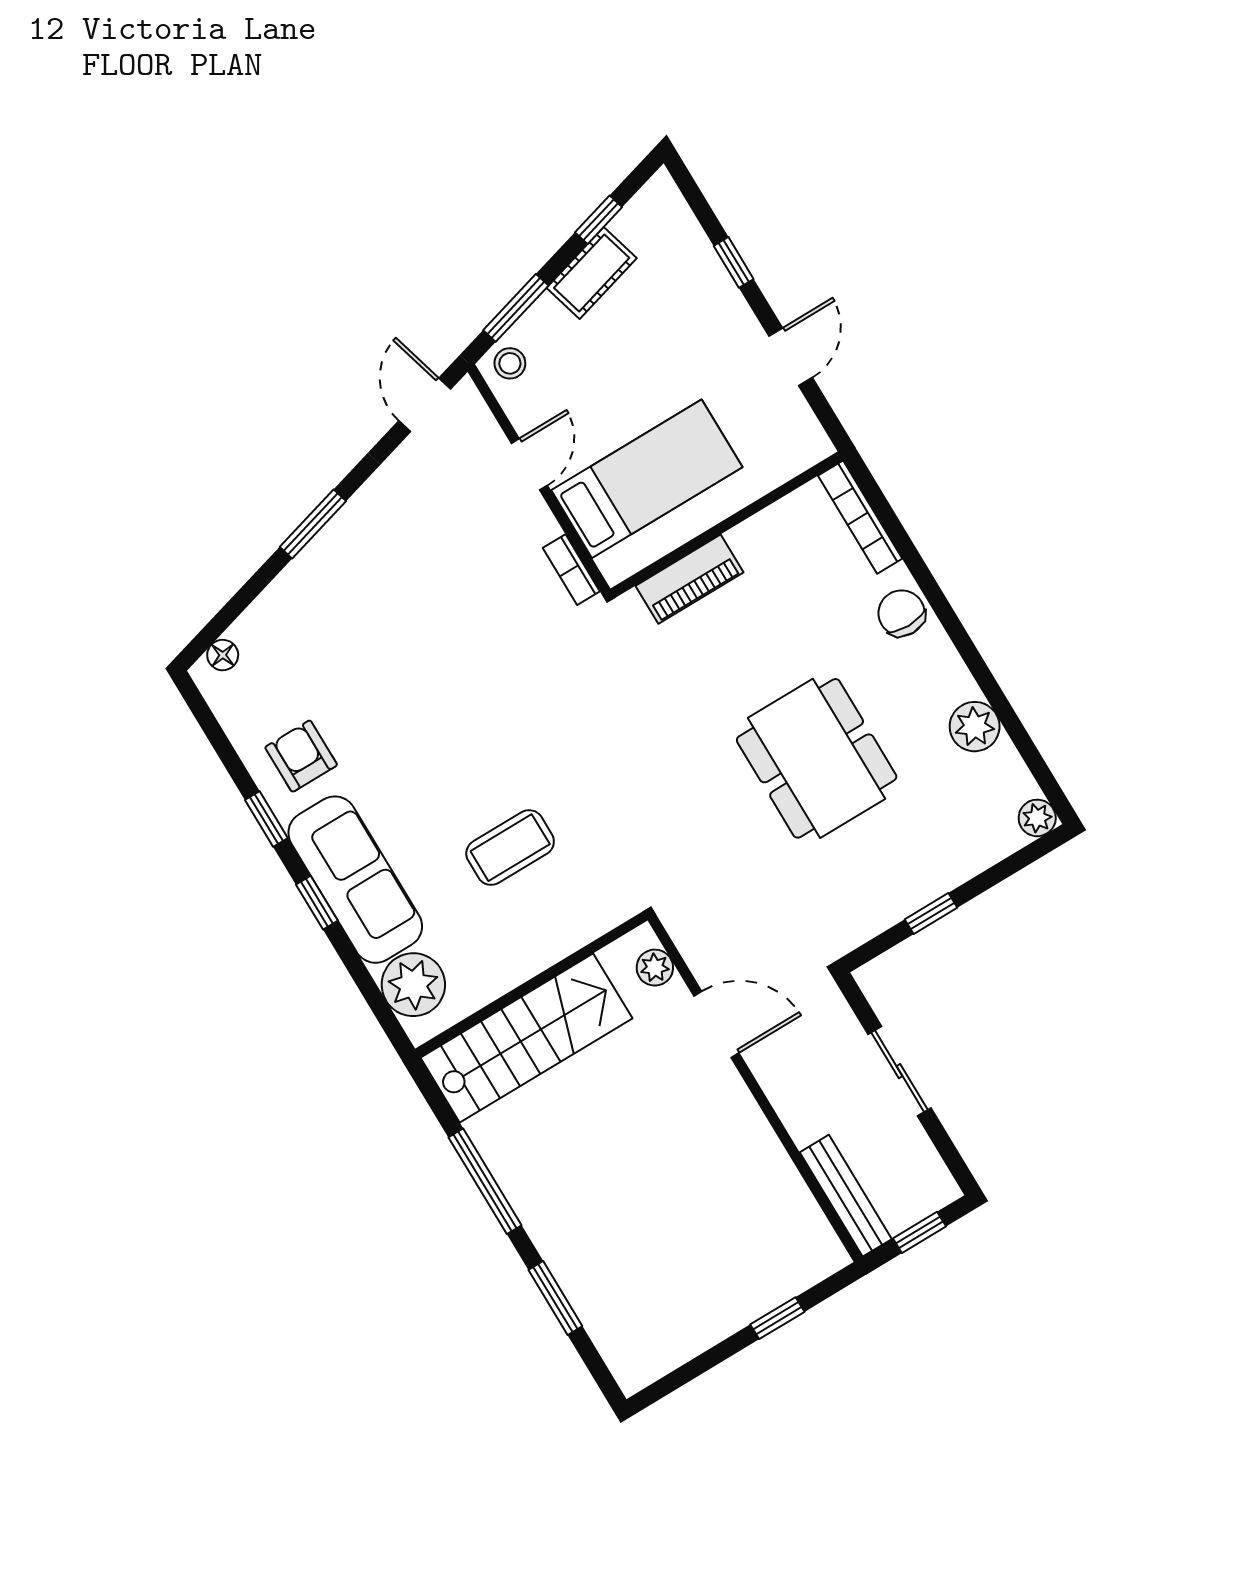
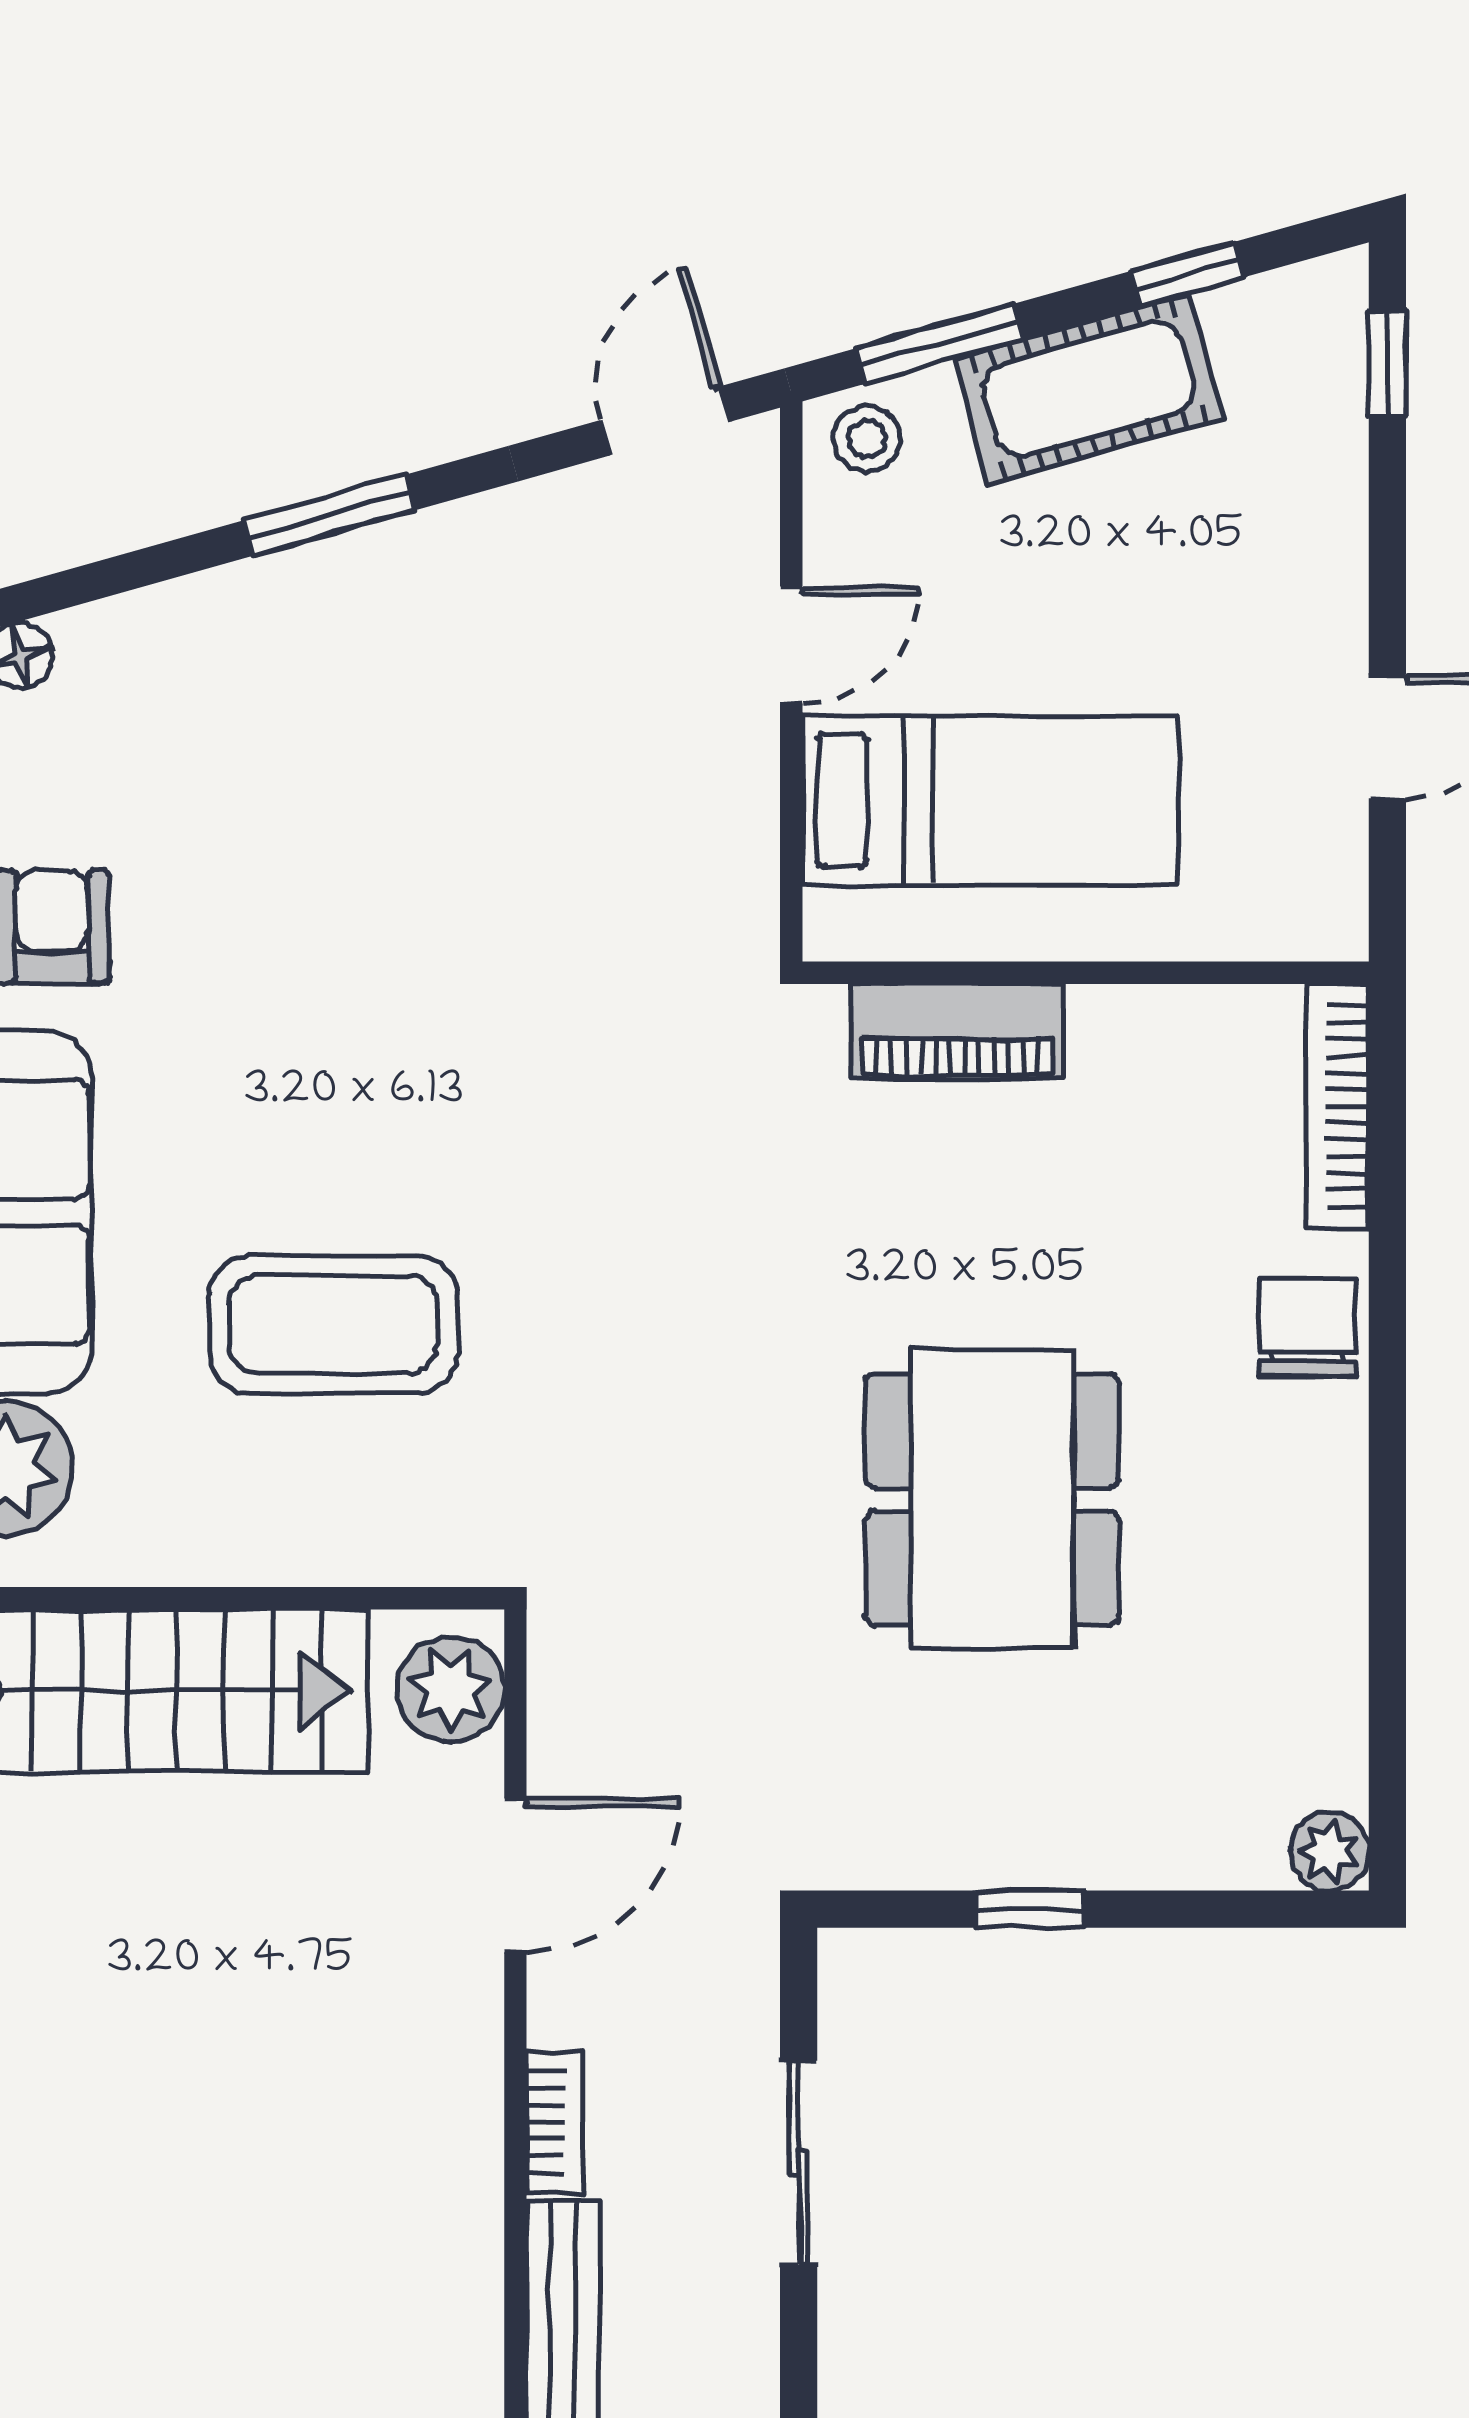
window: (734, 262) -> (1387, 363), moved
cot: (592, 273) -> (1089, 389), width x1.37, depth x1.34
bookcase: (571, 570) -> (555, 2122), moved, turned 180
plant: (975, 727) -> (1316, 1615), removed
coffee table: (510, 848) -> (333, 1324), width x1.36, depth x1.32
plant: (655, 968) -> (451, 1689), width x1.38, depth x1.38
door: (716, 1025) -> (515, 1875), hinge flipped

